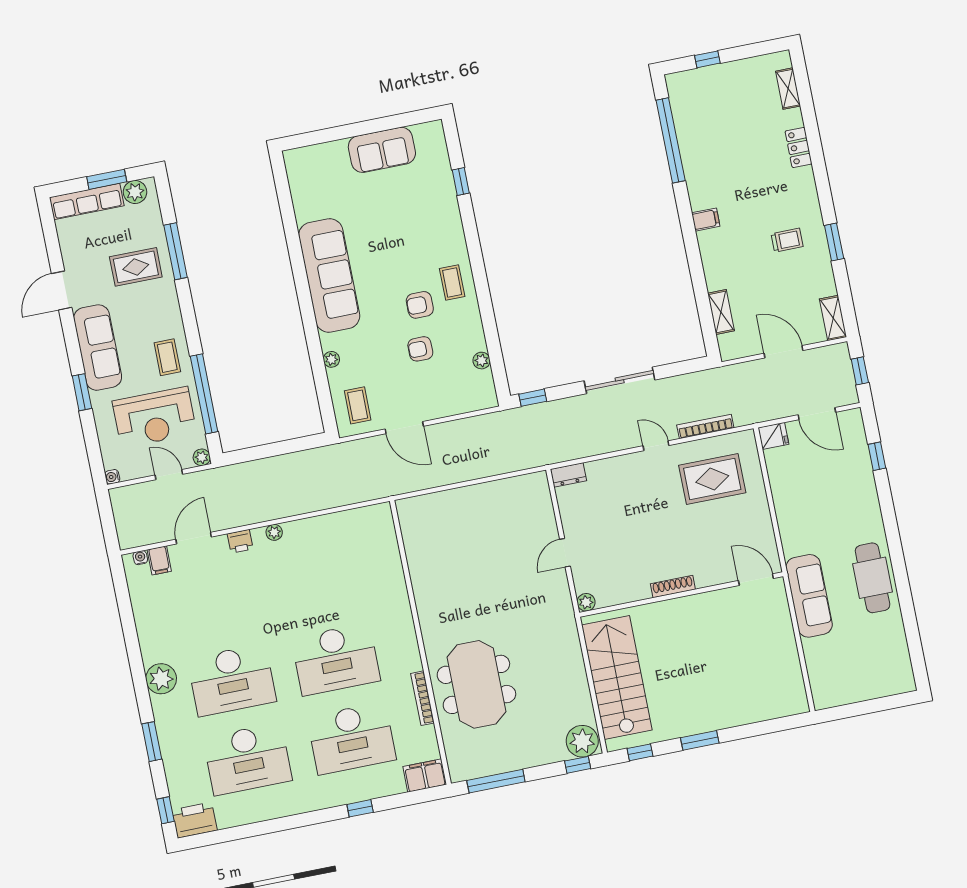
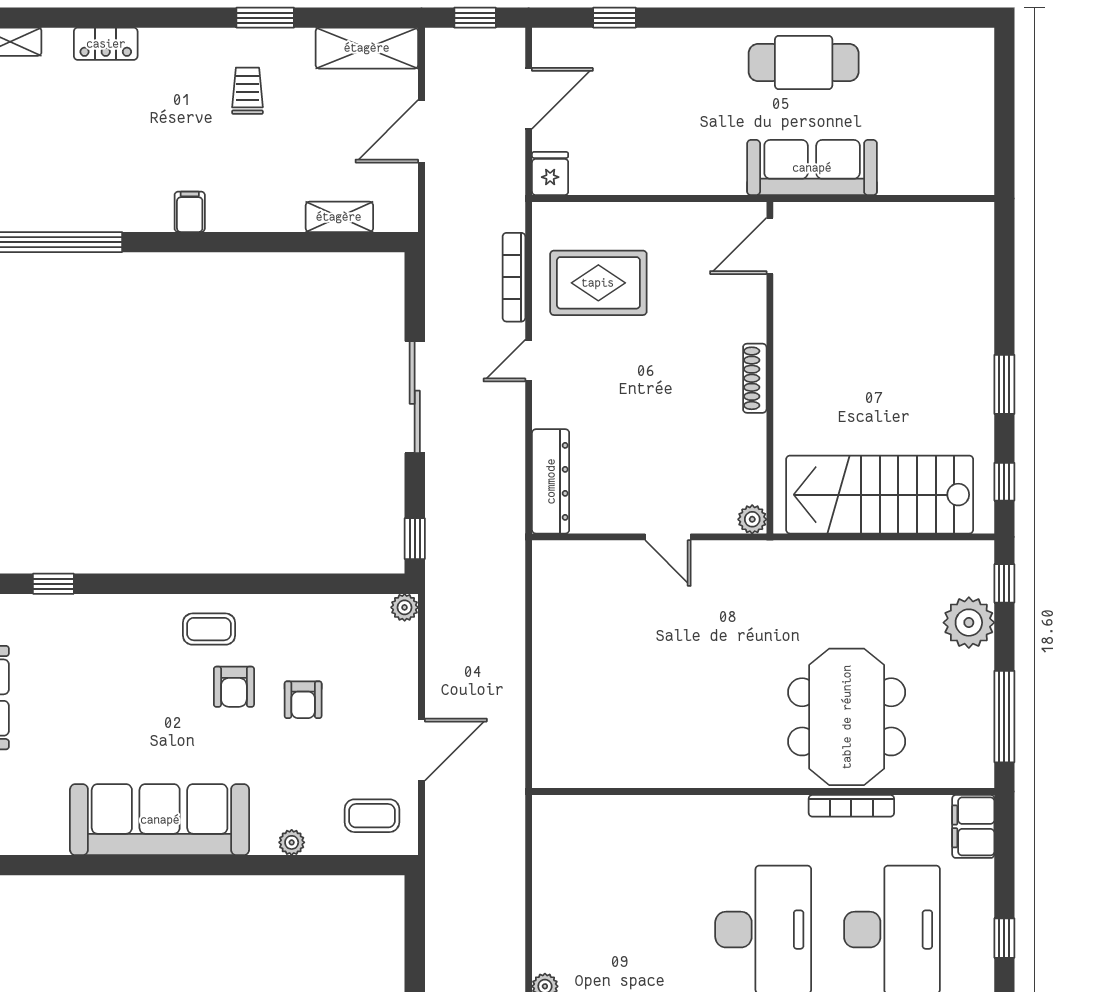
shelving: (833, 318) -> (367, 48), width x1.50, depth x1.33
plant: (482, 361) -> (405, 607), moved
dresser: (568, 475) -> (551, 481), width x1.96, depth x1.24
rug: (712, 479) -> (598, 283), turned 90
meeting table: (476, 684) -> (847, 717), turned 90
plant: (582, 741) -> (969, 623), moved

